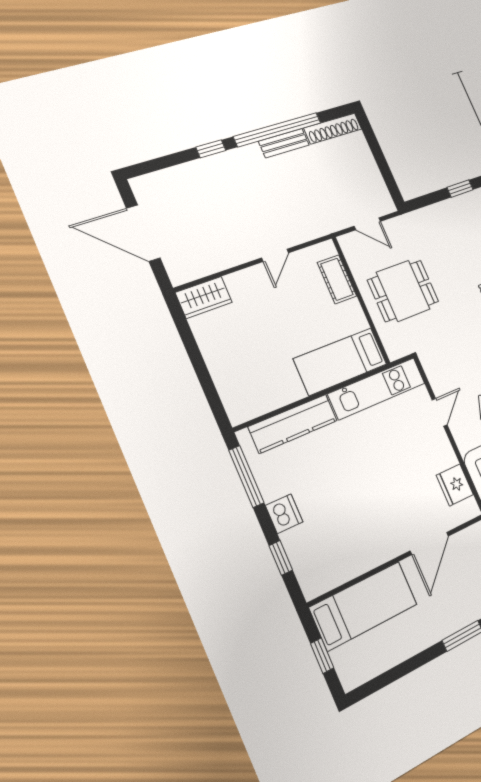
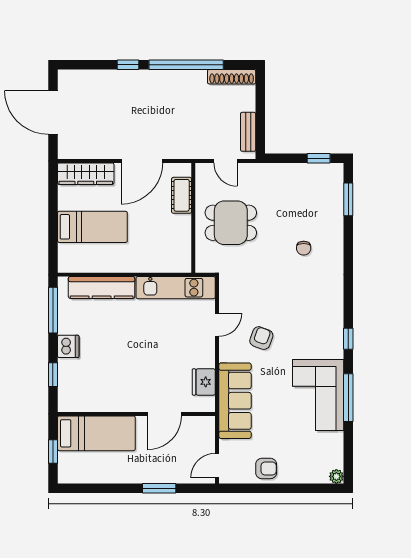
bench: (284, 143) -> (248, 132), moved, turned 90
door: (275, 255) -> (142, 161), width x1.88
wardrobe: (204, 297) -> (86, 174), width x1.50
bed: (340, 362) -> (92, 227), moved, turned 180

